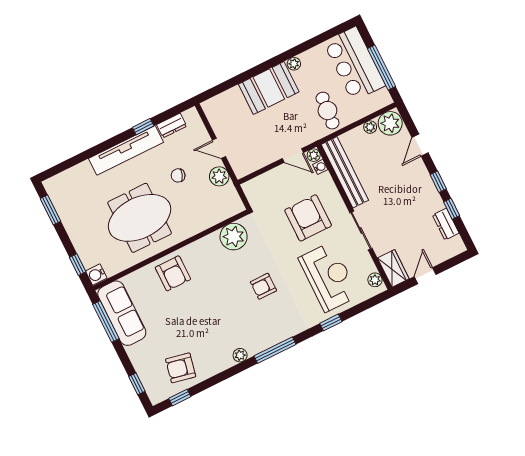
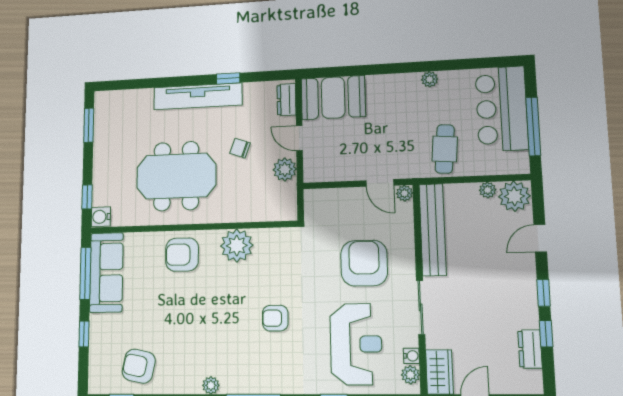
booth: (269, 88) -> (333, 98), moved
dresser: (172, 125) -> (286, 100), moved, turned 90
water cooler: (320, 167) -> (411, 356), moved
plant: (234, 237) -> (237, 246), moved
armchair: (173, 273) -> (182, 255), turned 90
window: (137, 384) -> (84, 334), moved

